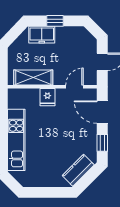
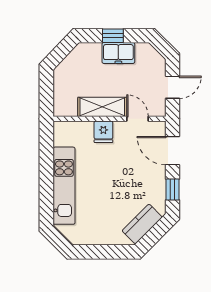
freezer: (42, 35) -> (118, 53), moved
shelving: (33, 77) -> (102, 107), moved
door: (75, 87) -> (138, 119), hinge flipped

